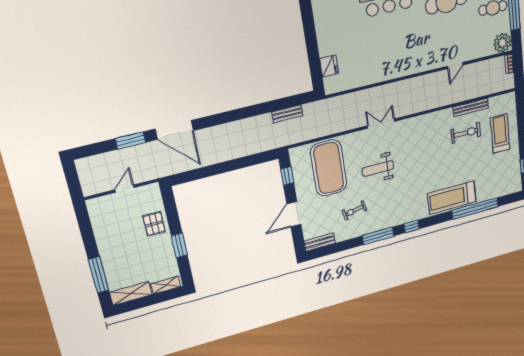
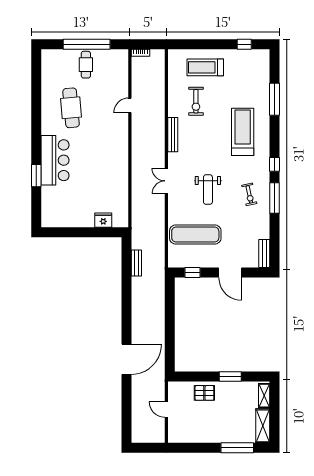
plant: (502, 43) -> (119, 58), removed
door: (455, 66) -> (130, 105), swing flipped
bench: (471, 107) -> (173, 135), moved
exercise bike: (466, 133) -> (196, 101), turned 180
window: (130, 140) -> (126, 396), removed
exercise mat: (329, 168) -> (195, 235), width x0.68
treadmill: (452, 198) -> (243, 132), moved, turned 180
window: (475, 208) -> (274, 99), width x0.68
exercise bike: (354, 210) -> (249, 194), moved

